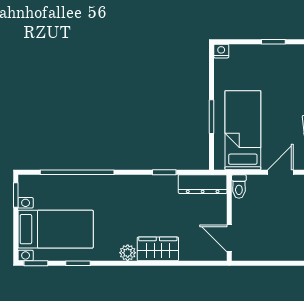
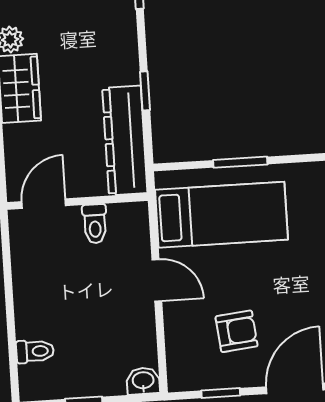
dresser: (203, 184) -> (125, 141), width x1.37, depth x1.24
toilet: (239, 187) -> (95, 224), moved, turned -90

